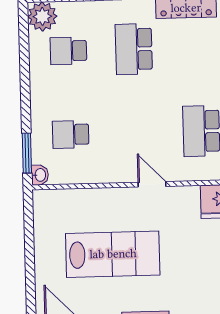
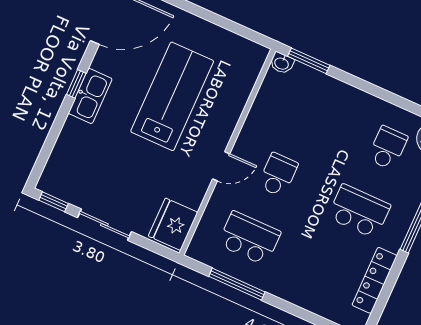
school desk: (71, 134) -> (278, 175), moved
lab bench: (113, 254) -> (172, 96), turned 180

